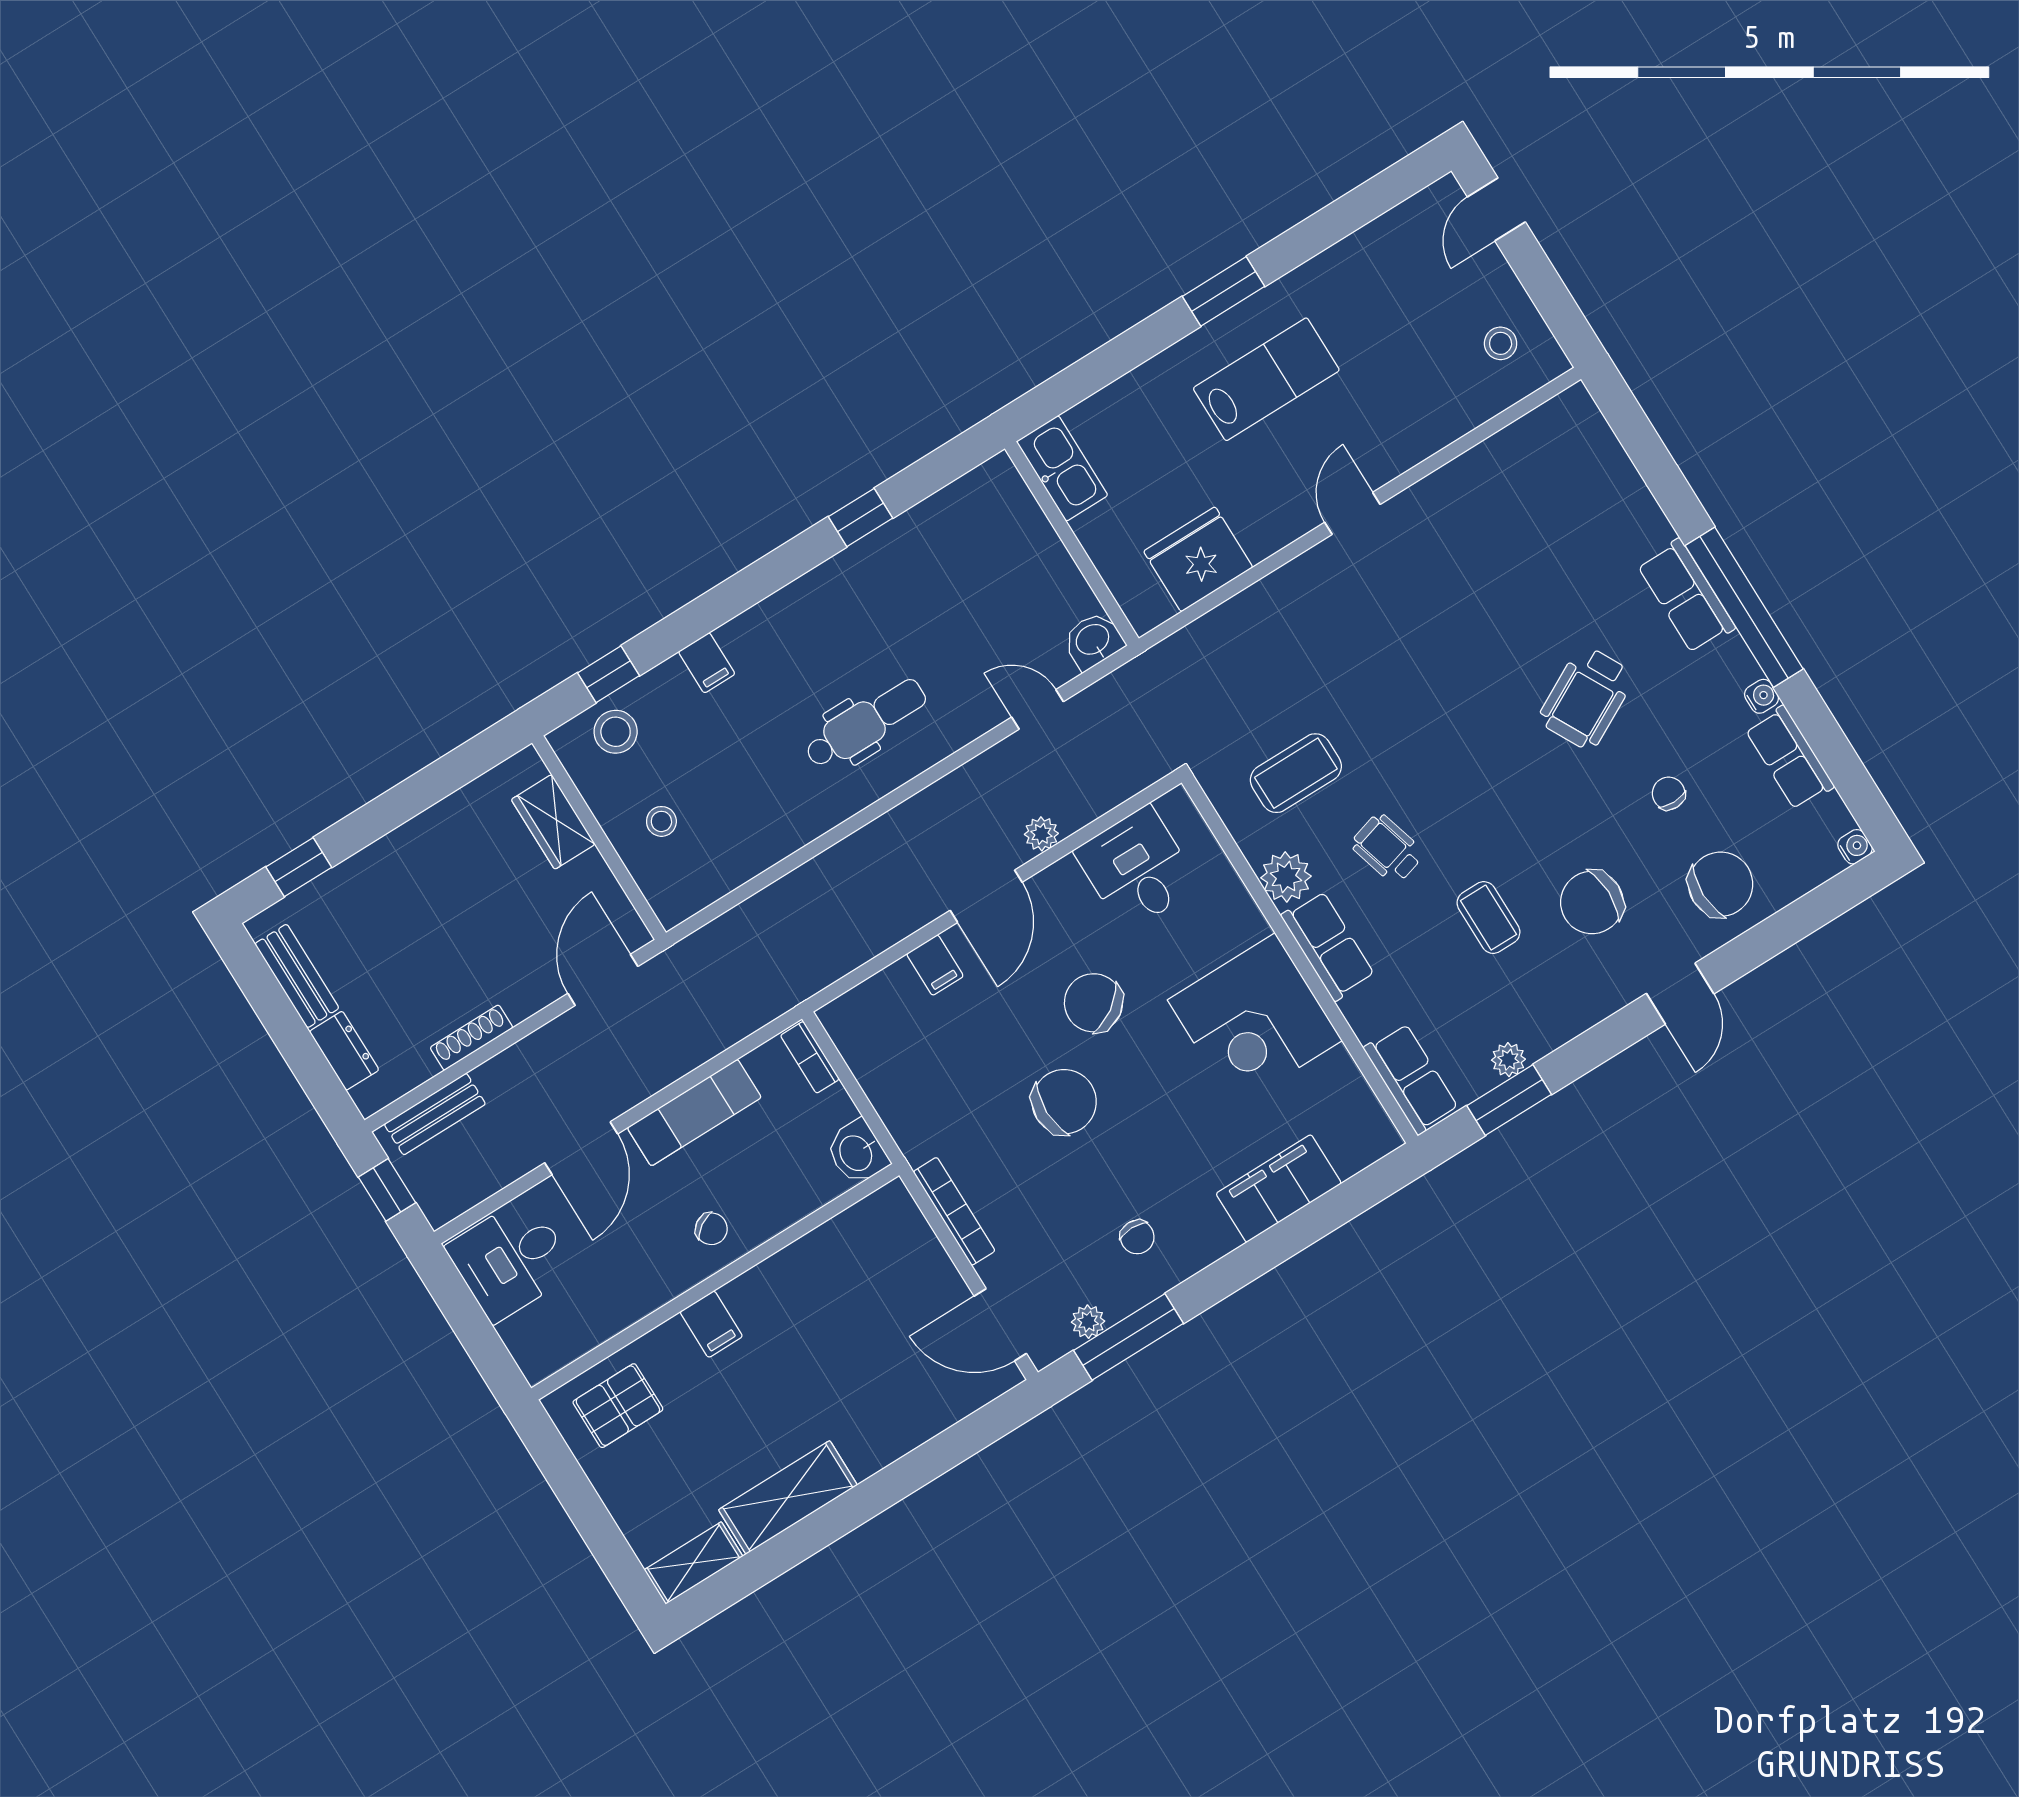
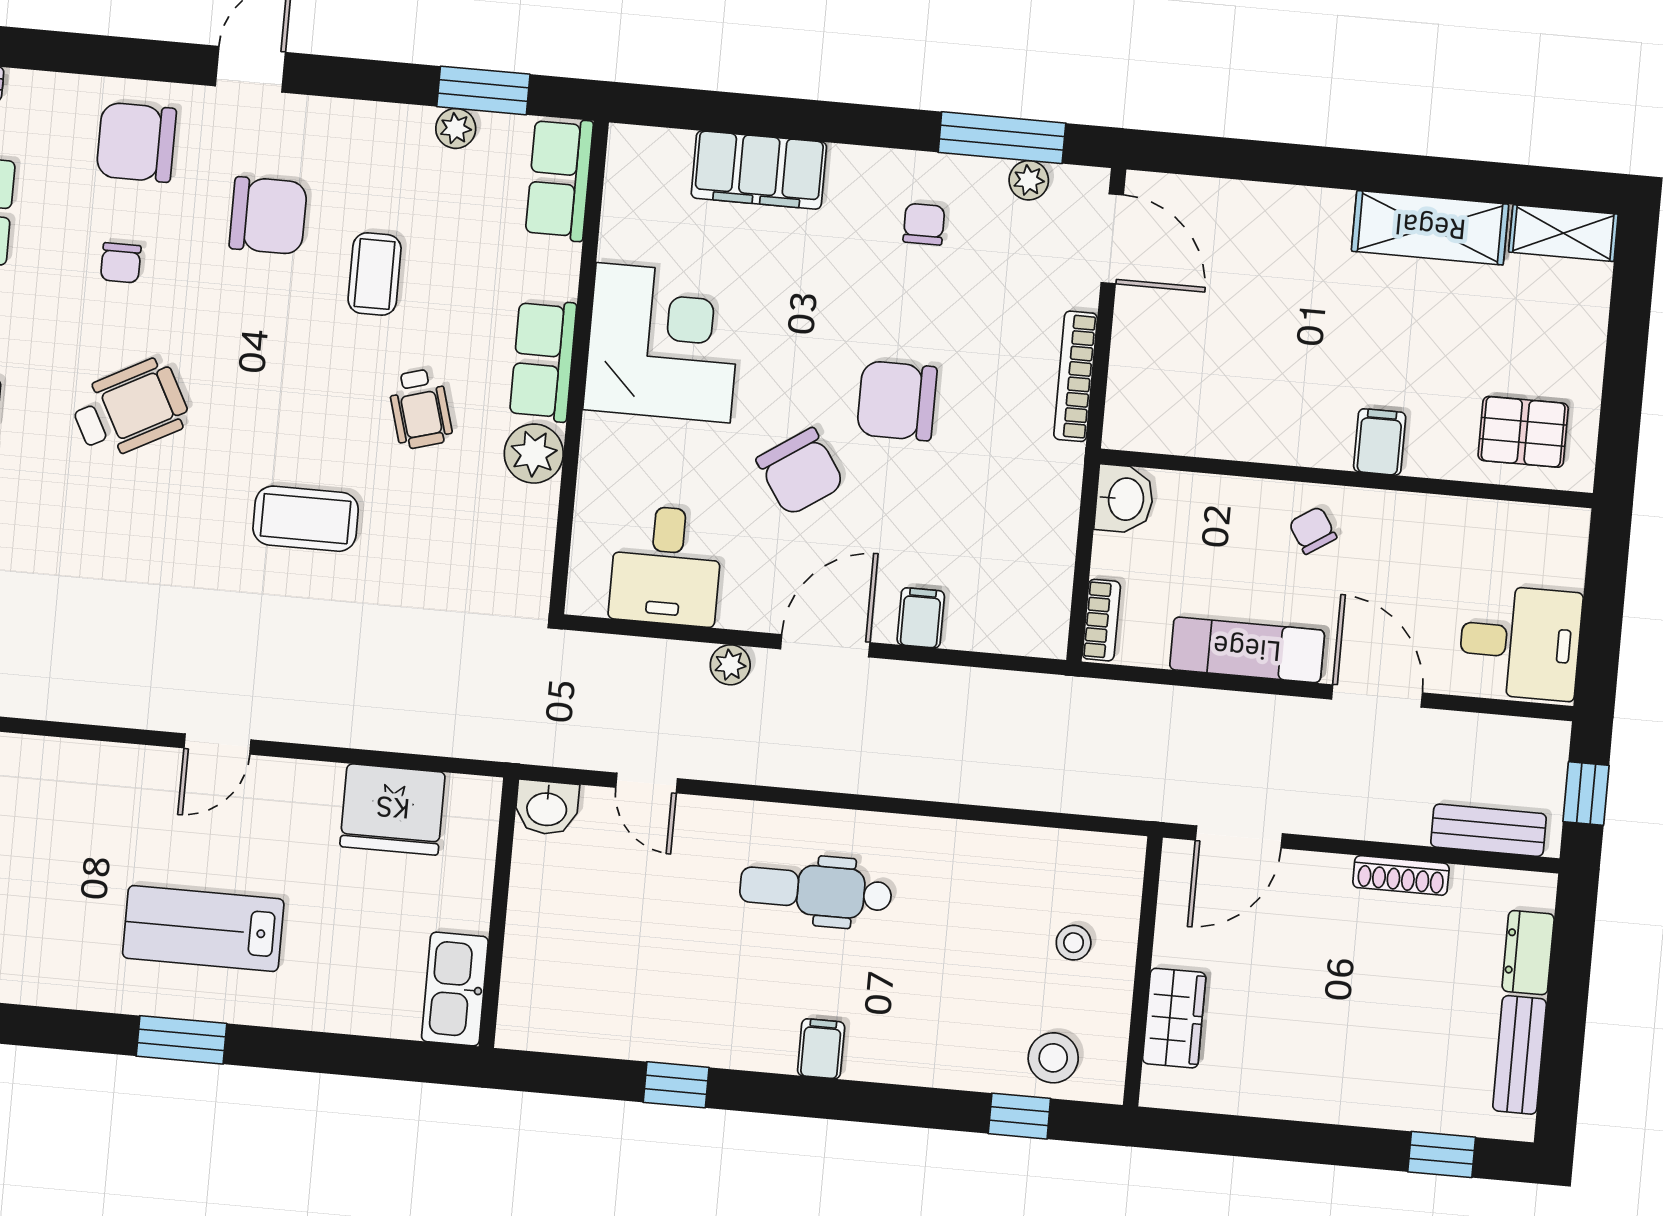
filing cabinet: (707, 663) -> (821, 1049), moved
coffee table: (1296, 773) -> (306, 519), moved
door: (581, 1148) -> (1377, 696), hinge flipped

